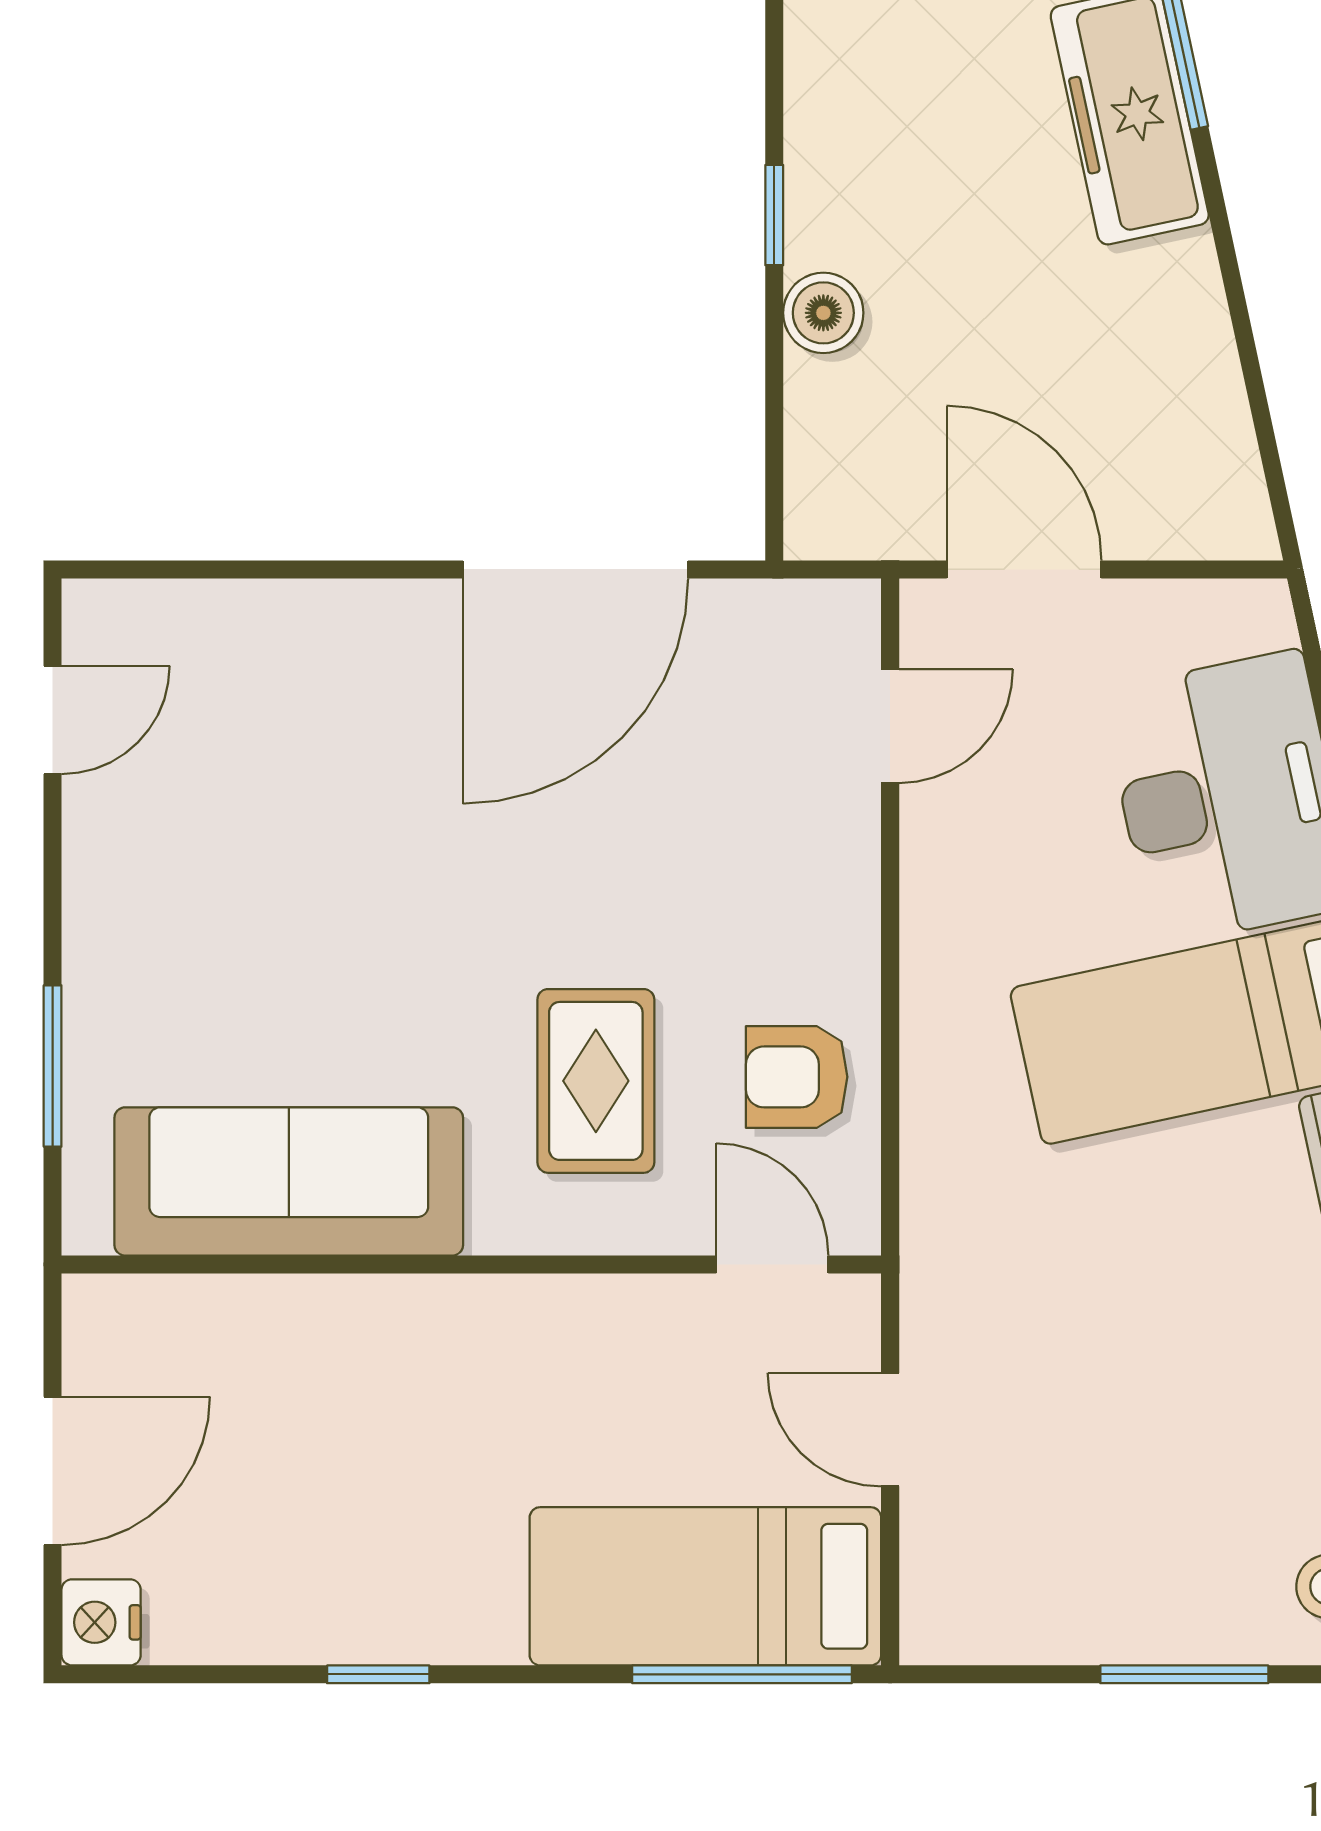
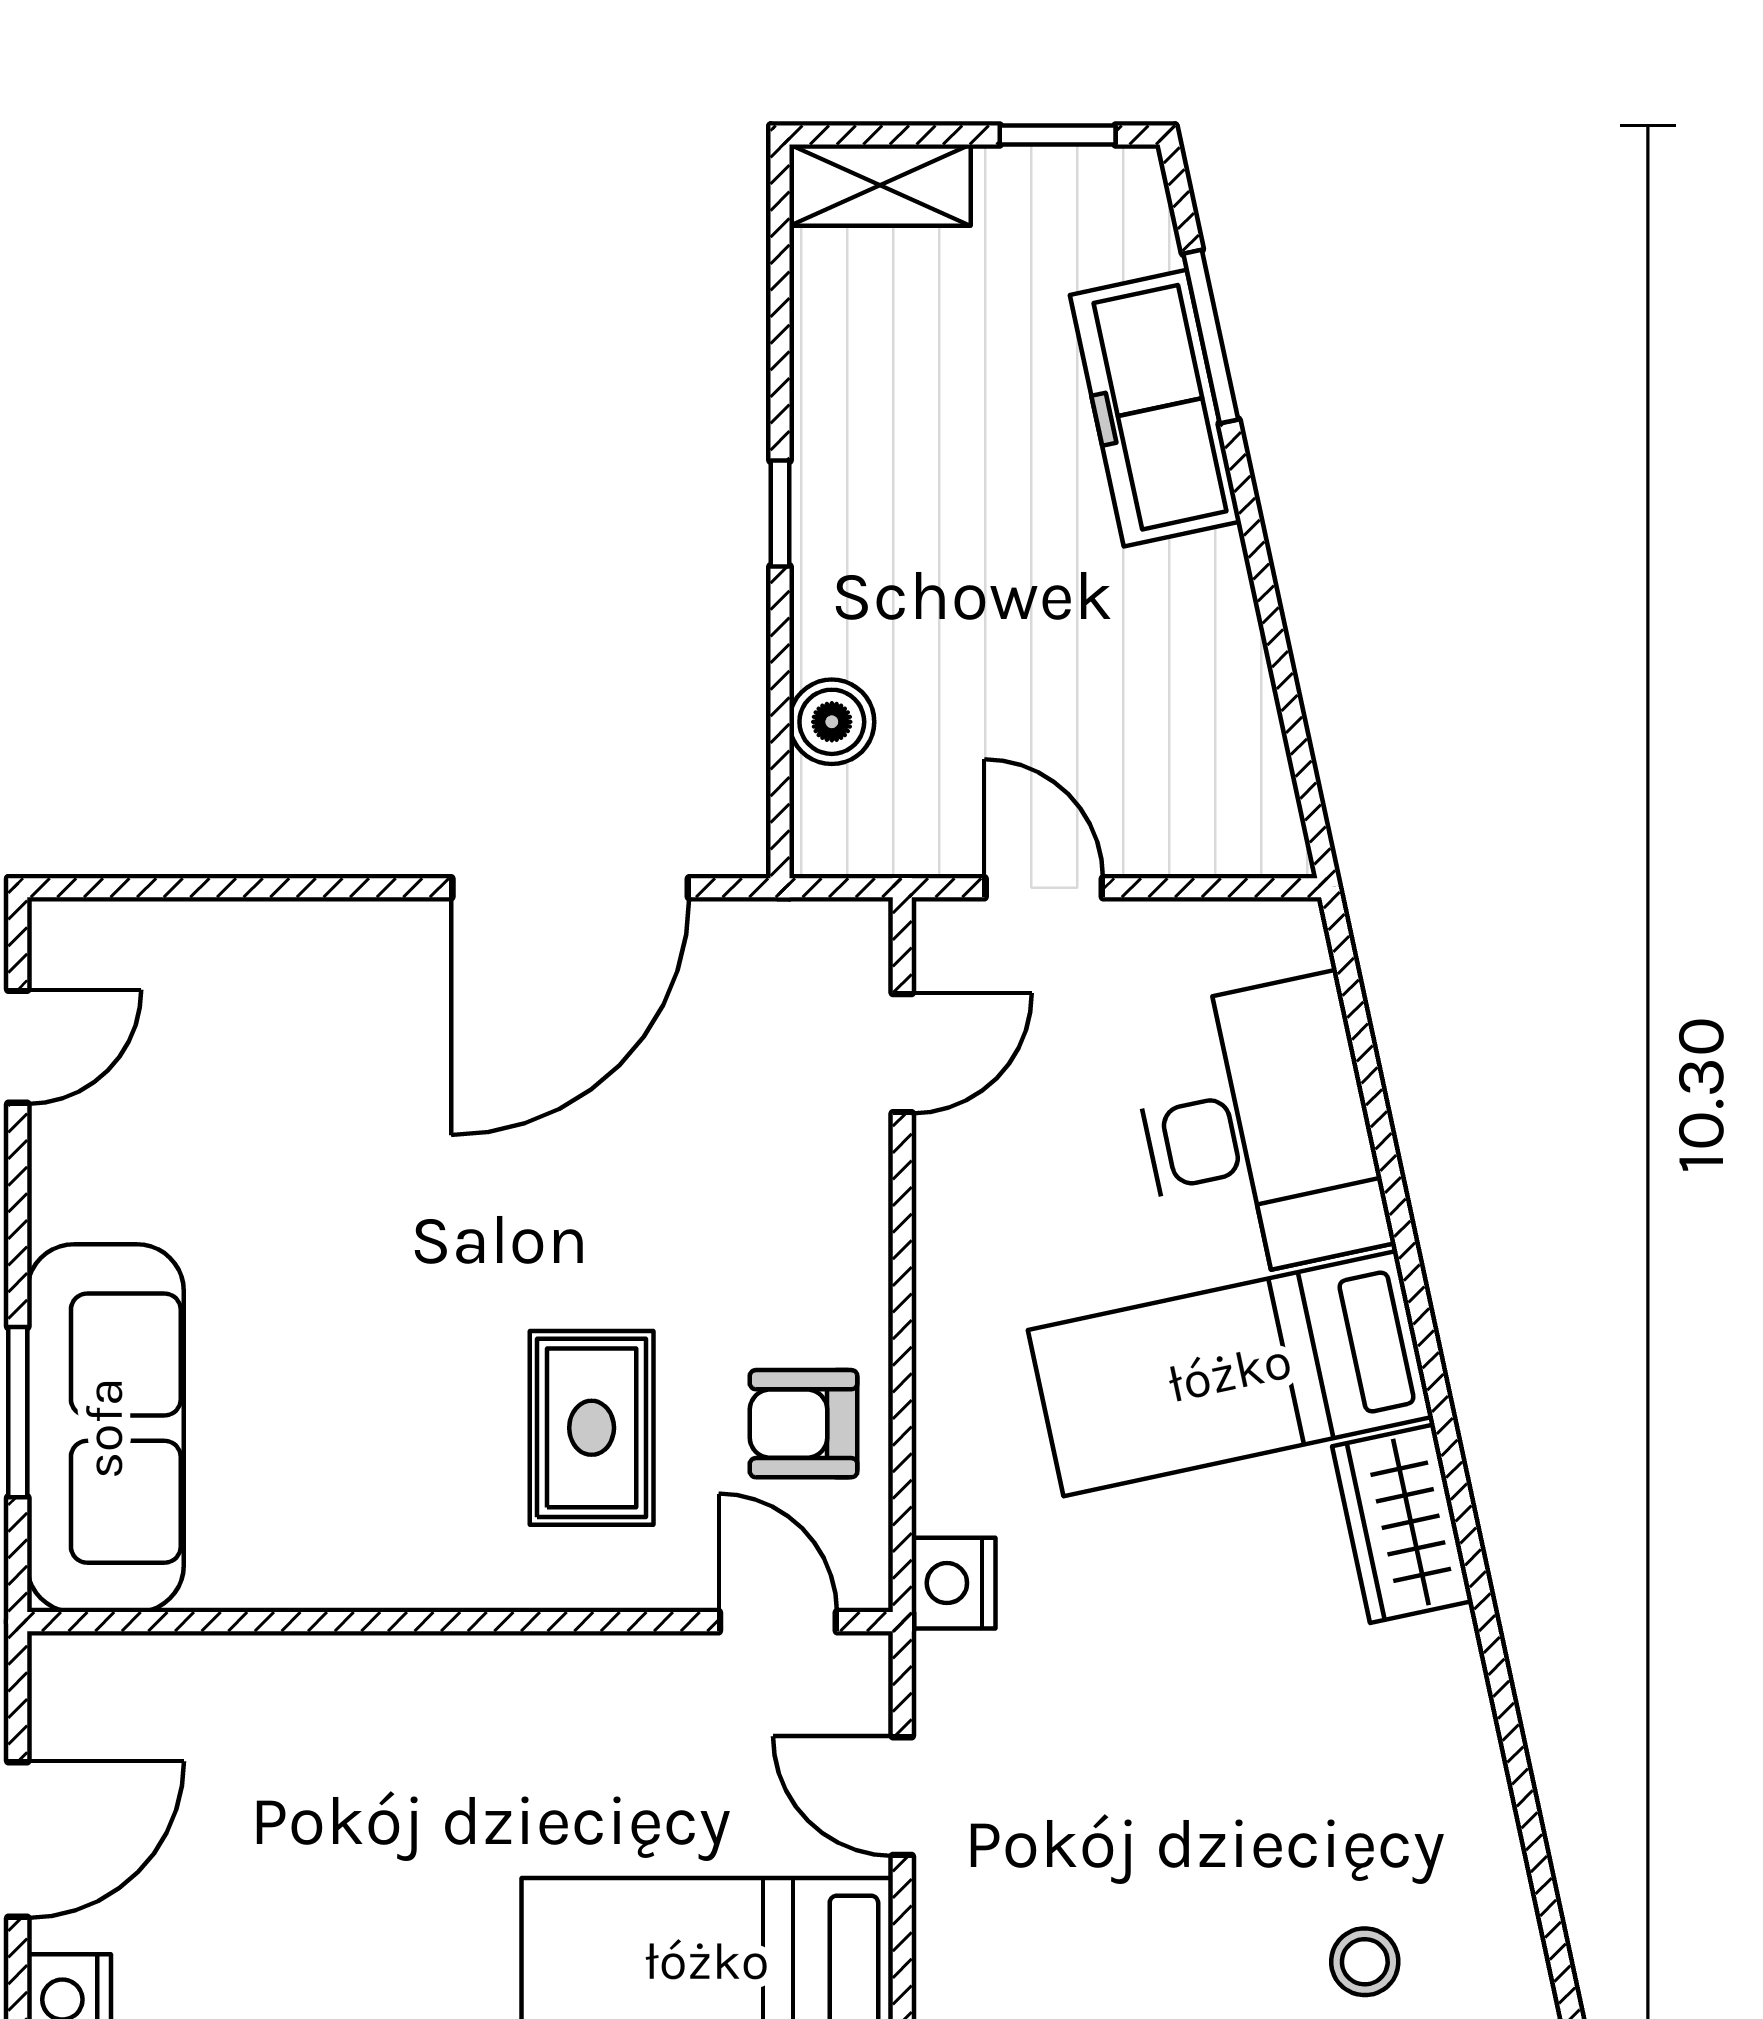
boiler: (823, 313) -> (832, 722), moved
door: (1024, 569) -> (1044, 888), width x0.73
sofa: (289, 1181) -> (105, 1428), moved, turned 90
nightstand: (939, 1228) -> (954, 1583), added

